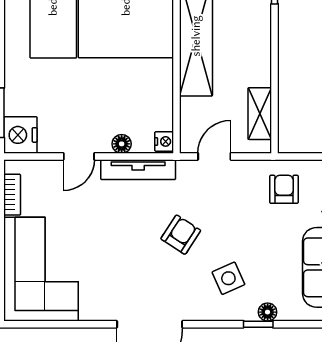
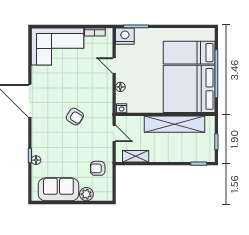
tv unit: (138, 170) -> (107, 95), removed
armchair: (284, 189) -> (98, 168), turned 180
side table: (228, 278) -> (53, 140), removed

